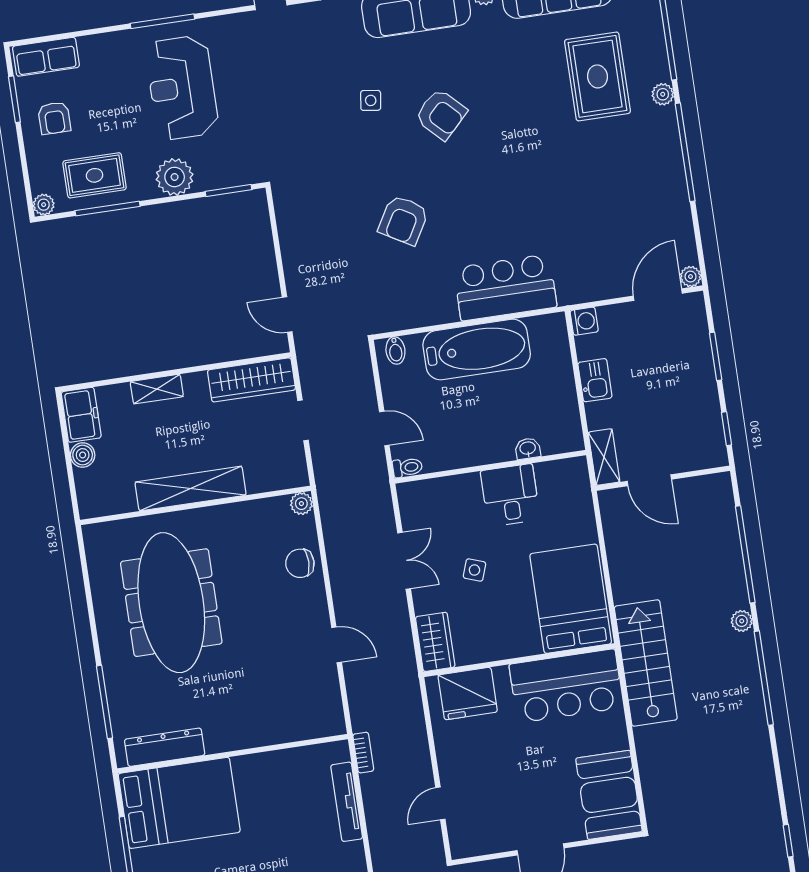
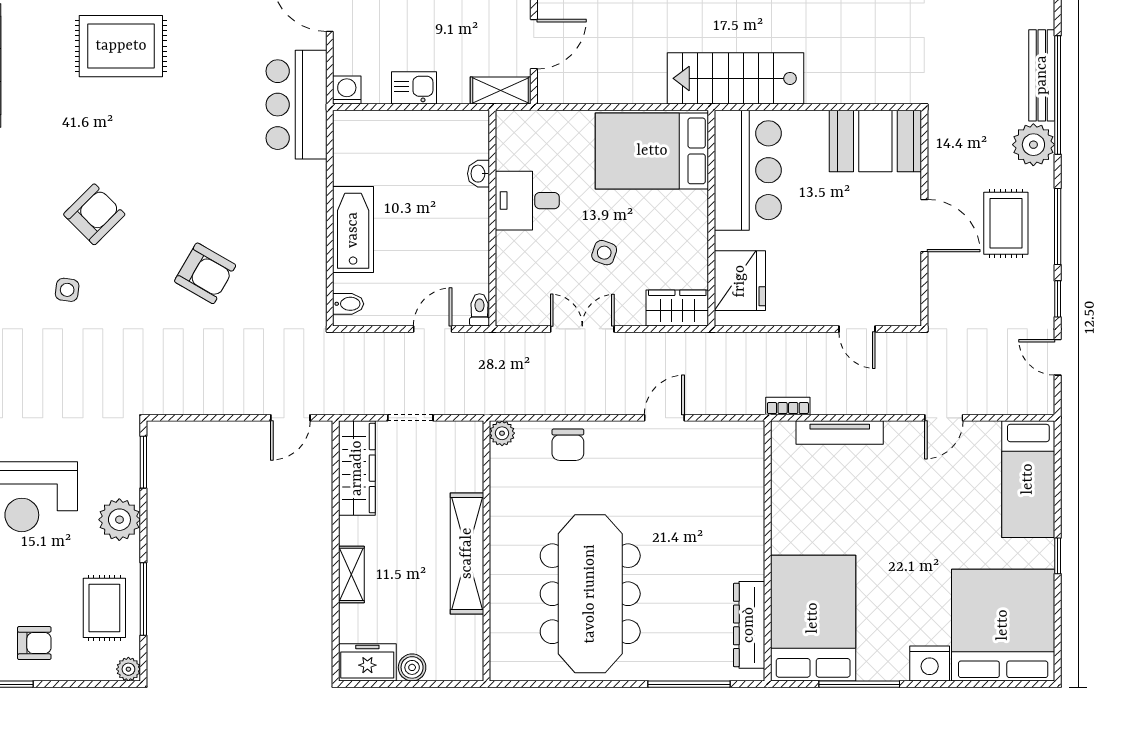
rug: (597, 76) -> (121, 46), moved
bar counter: (505, 287) -> (296, 105), moved
bathtub: (477, 350) -> (353, 230), width x0.73, depth x0.73
meeting table: (171, 603) -> (590, 594), turned 90

